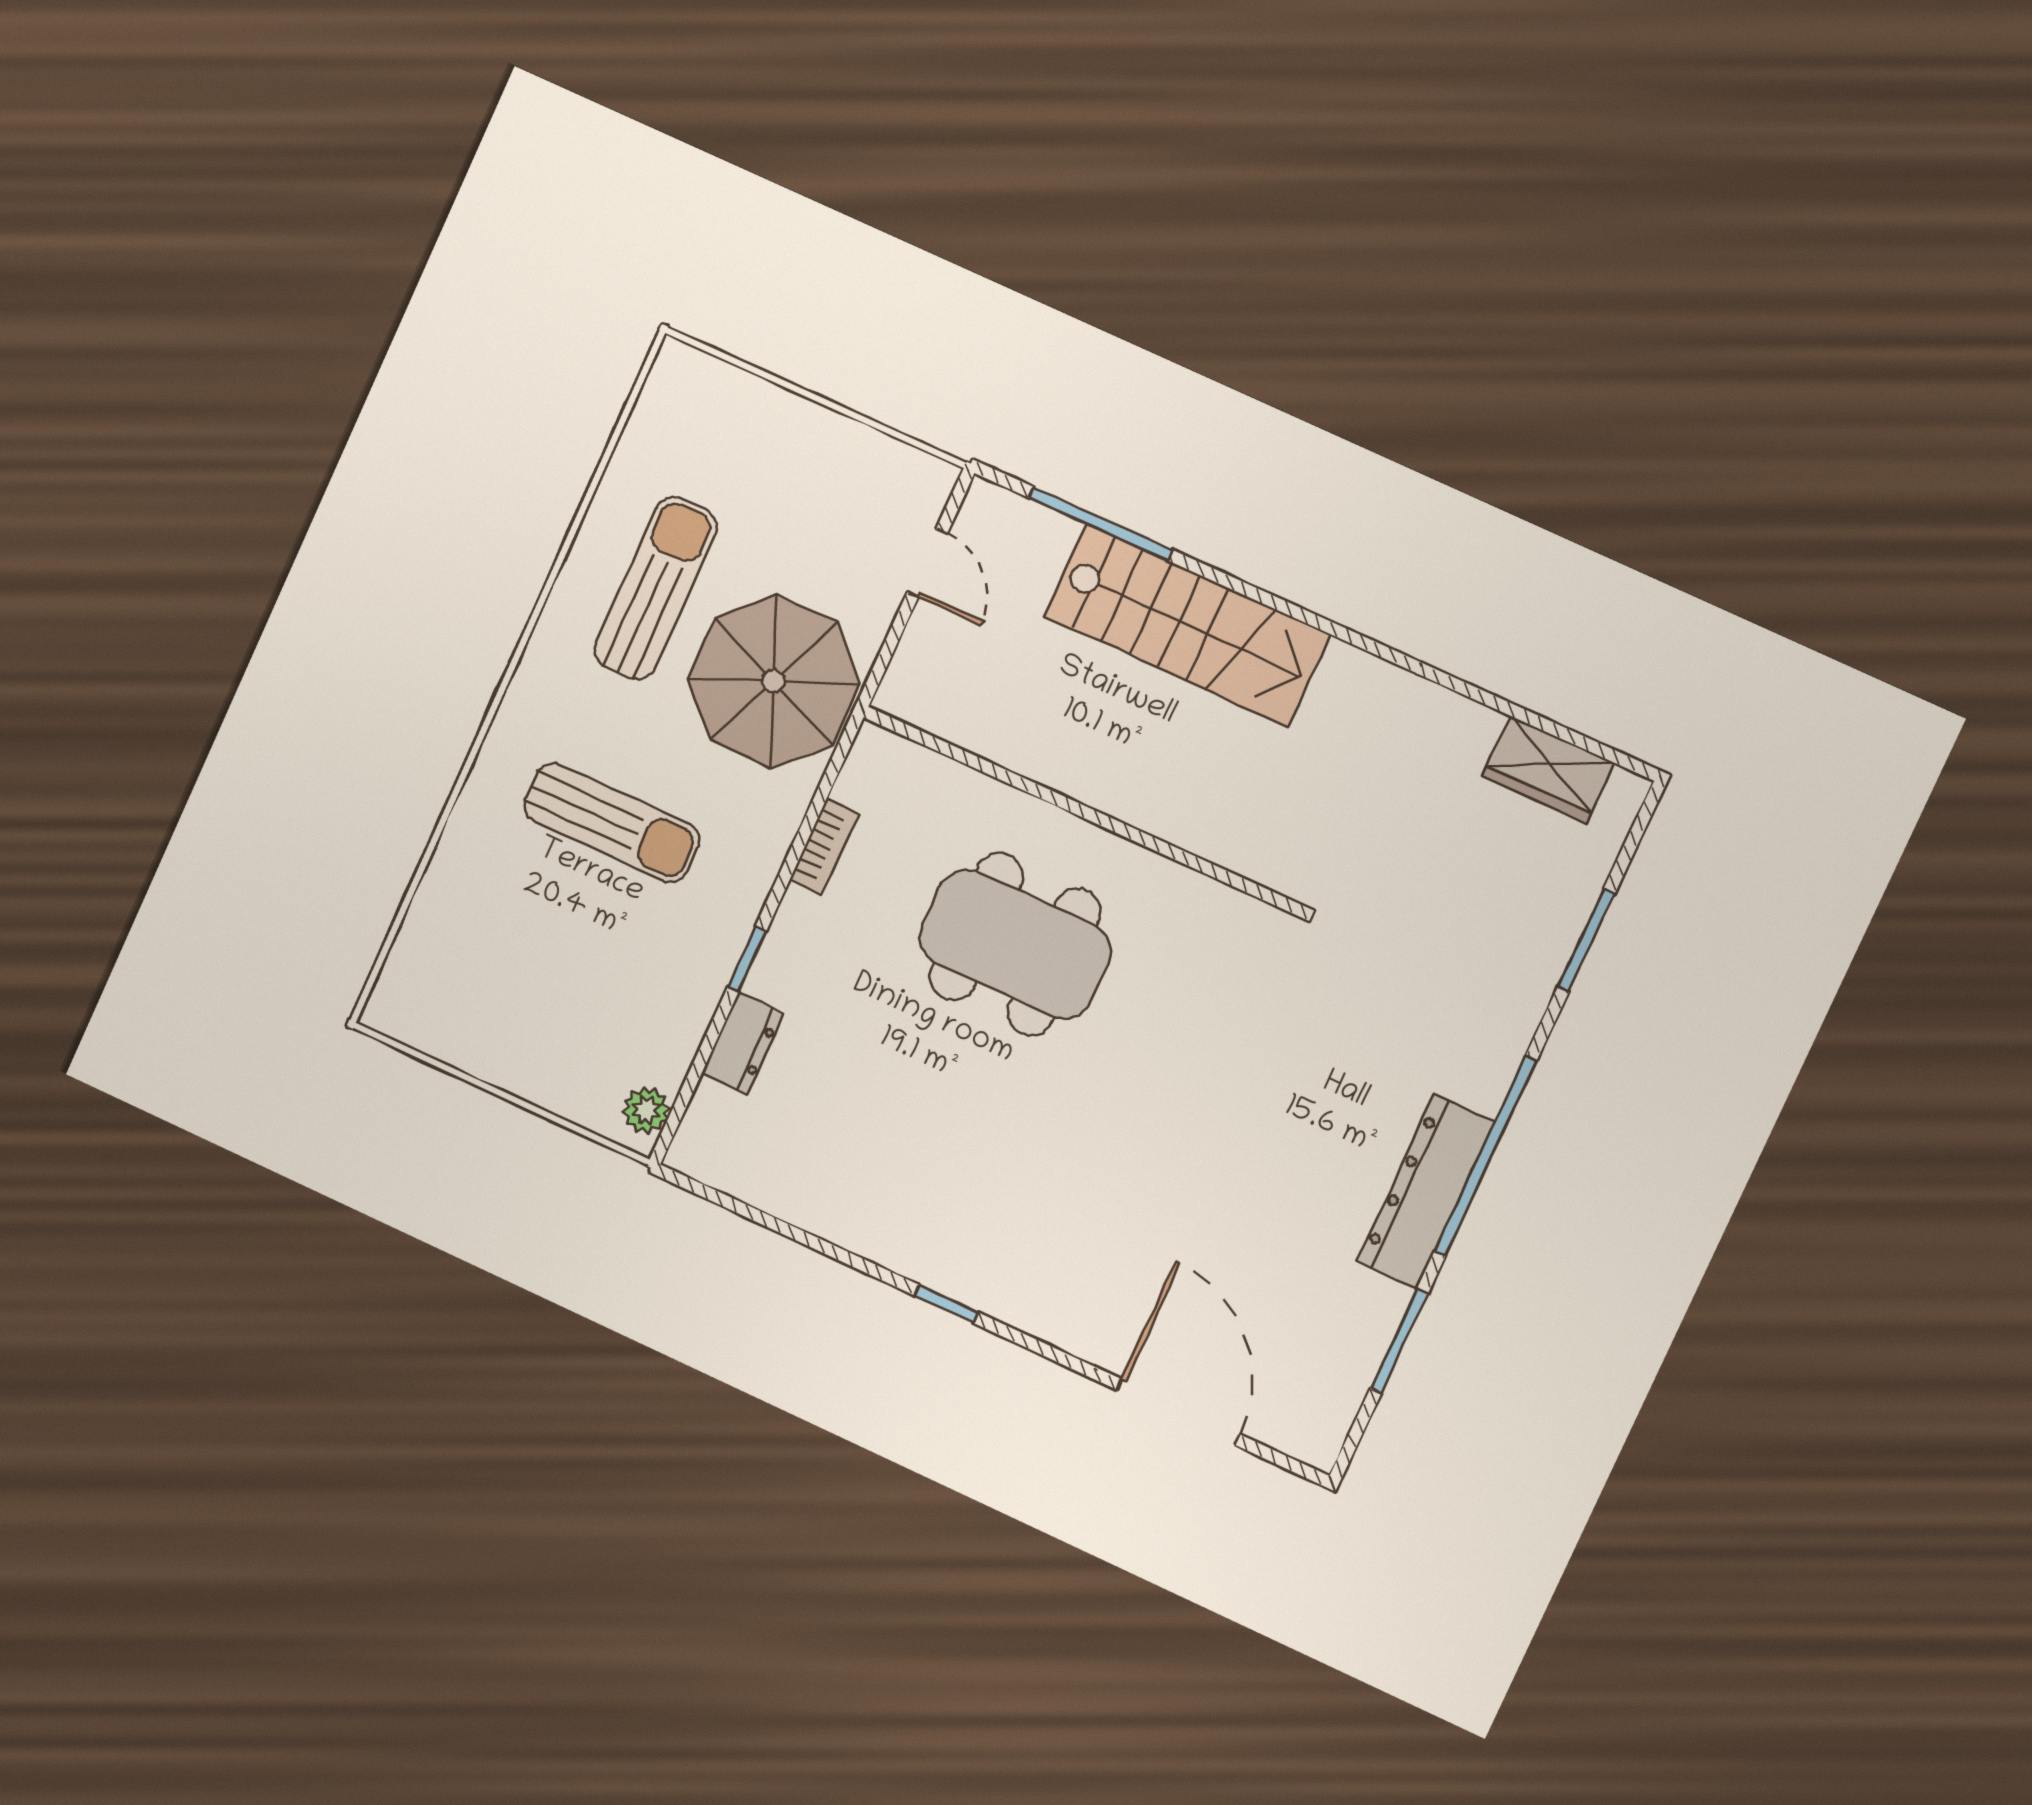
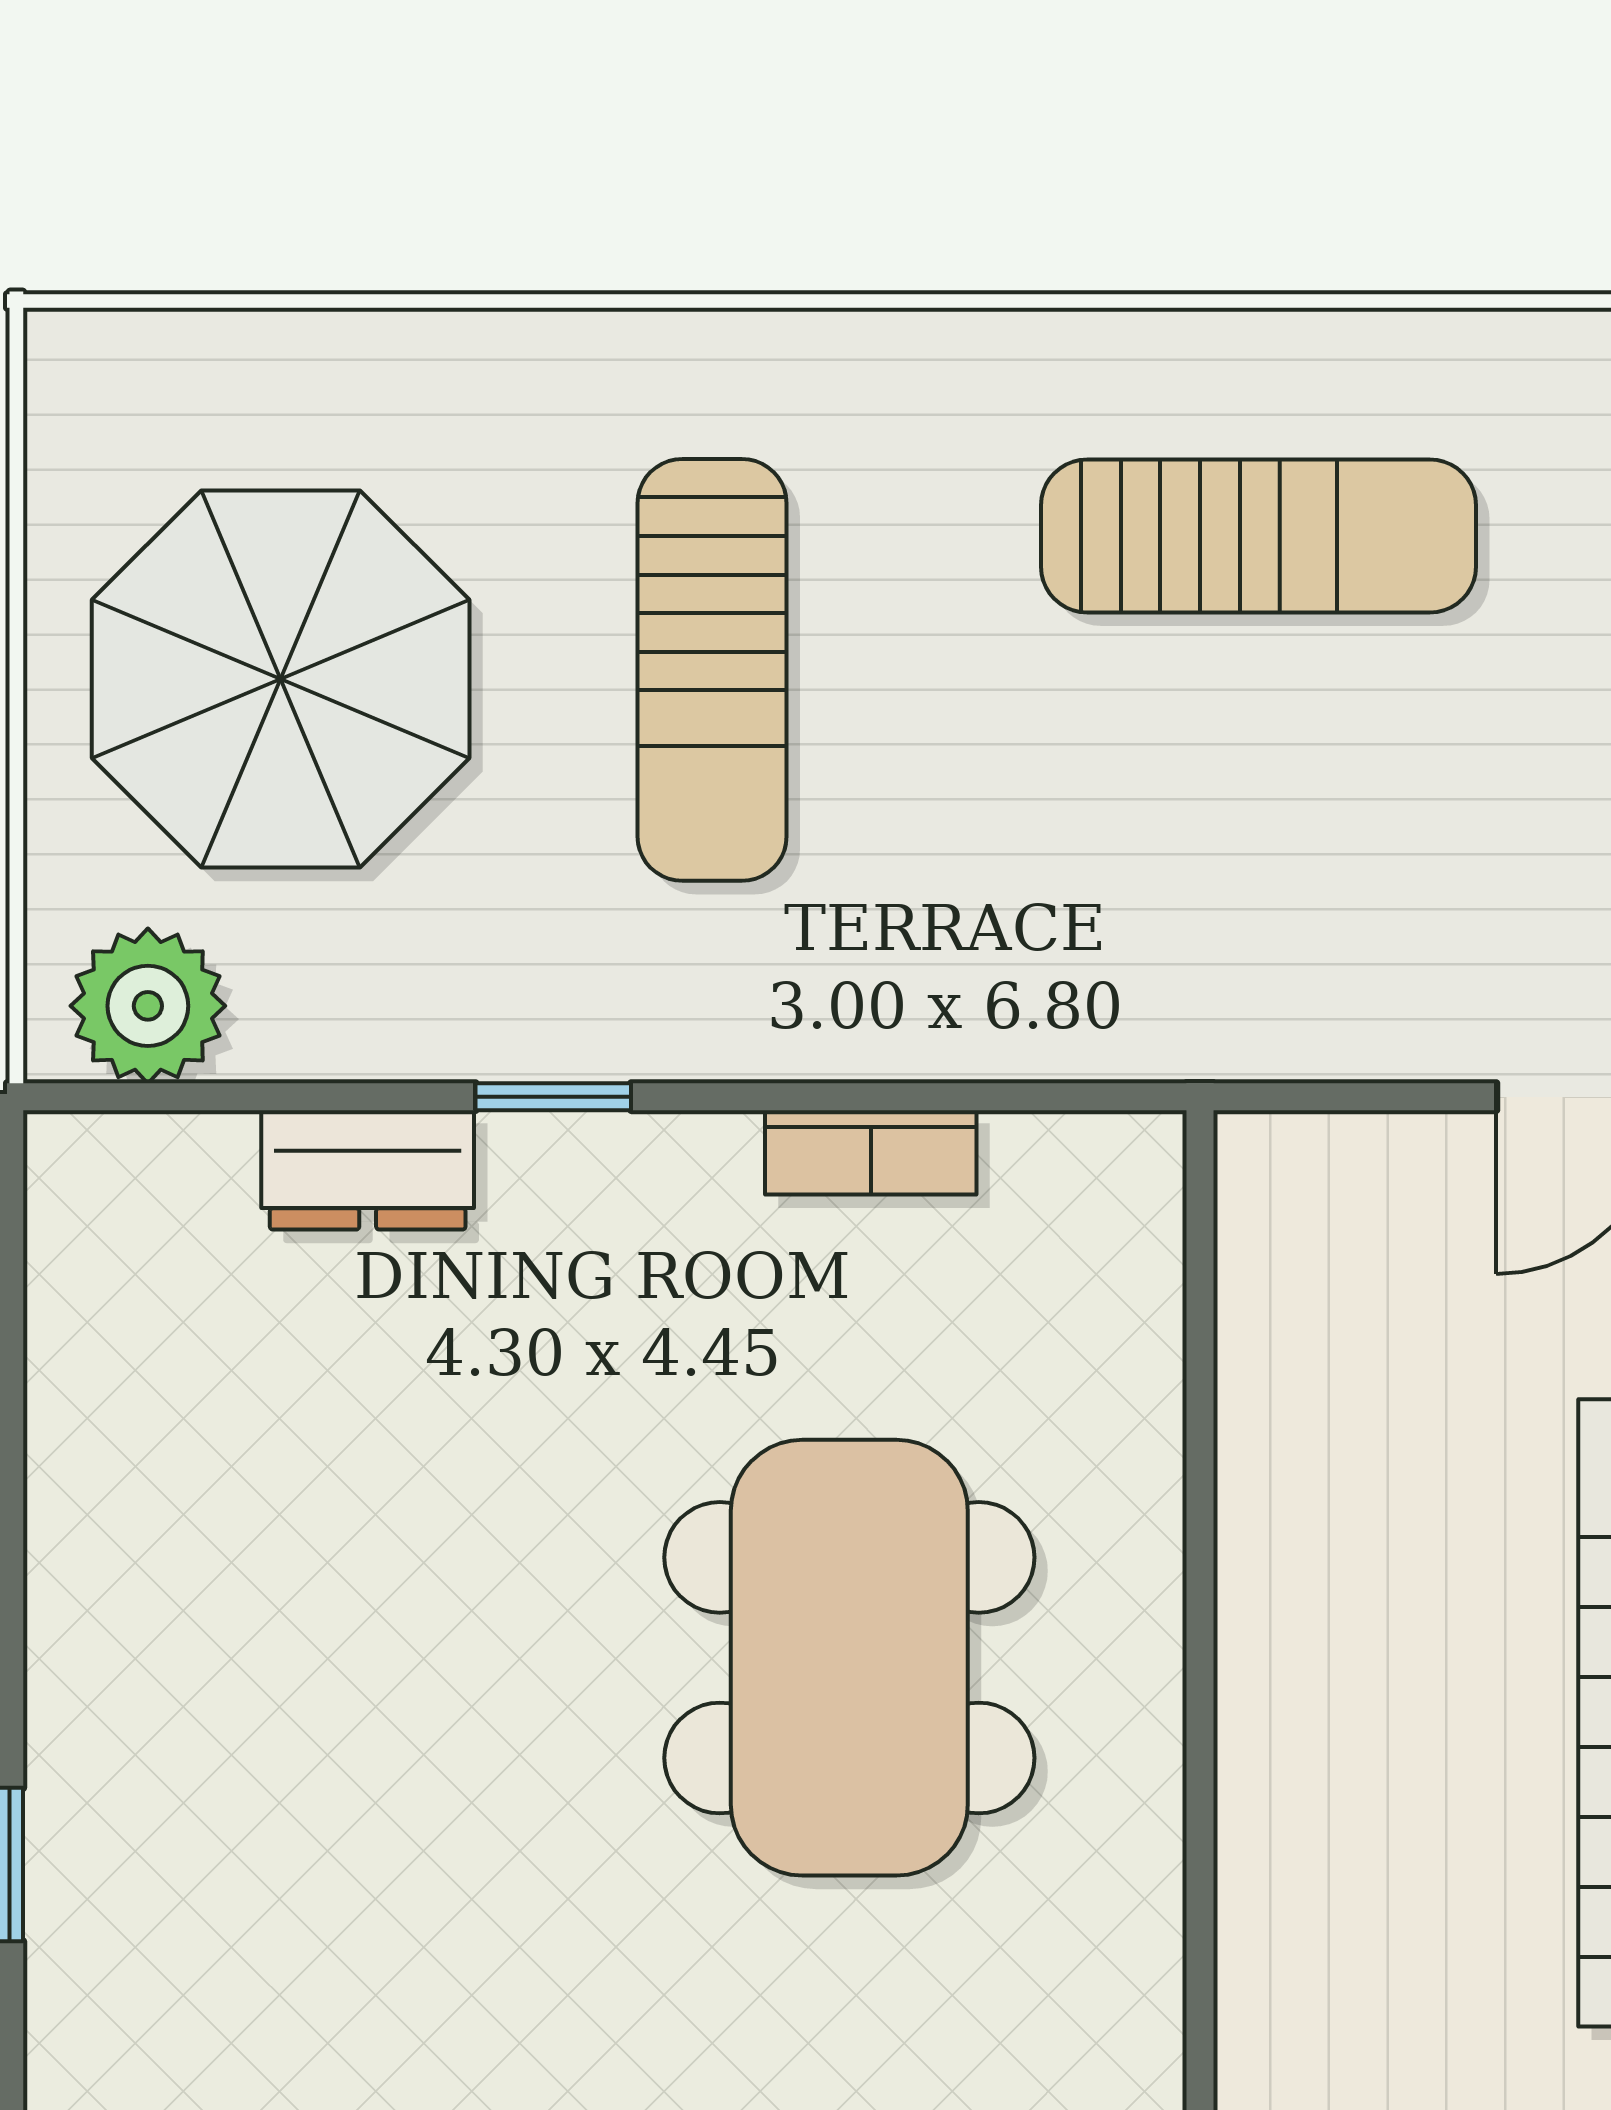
parasol: (774, 681) -> (281, 679), moved
plant: (646, 1110) -> (148, 1006), width x1.38, depth x1.38

